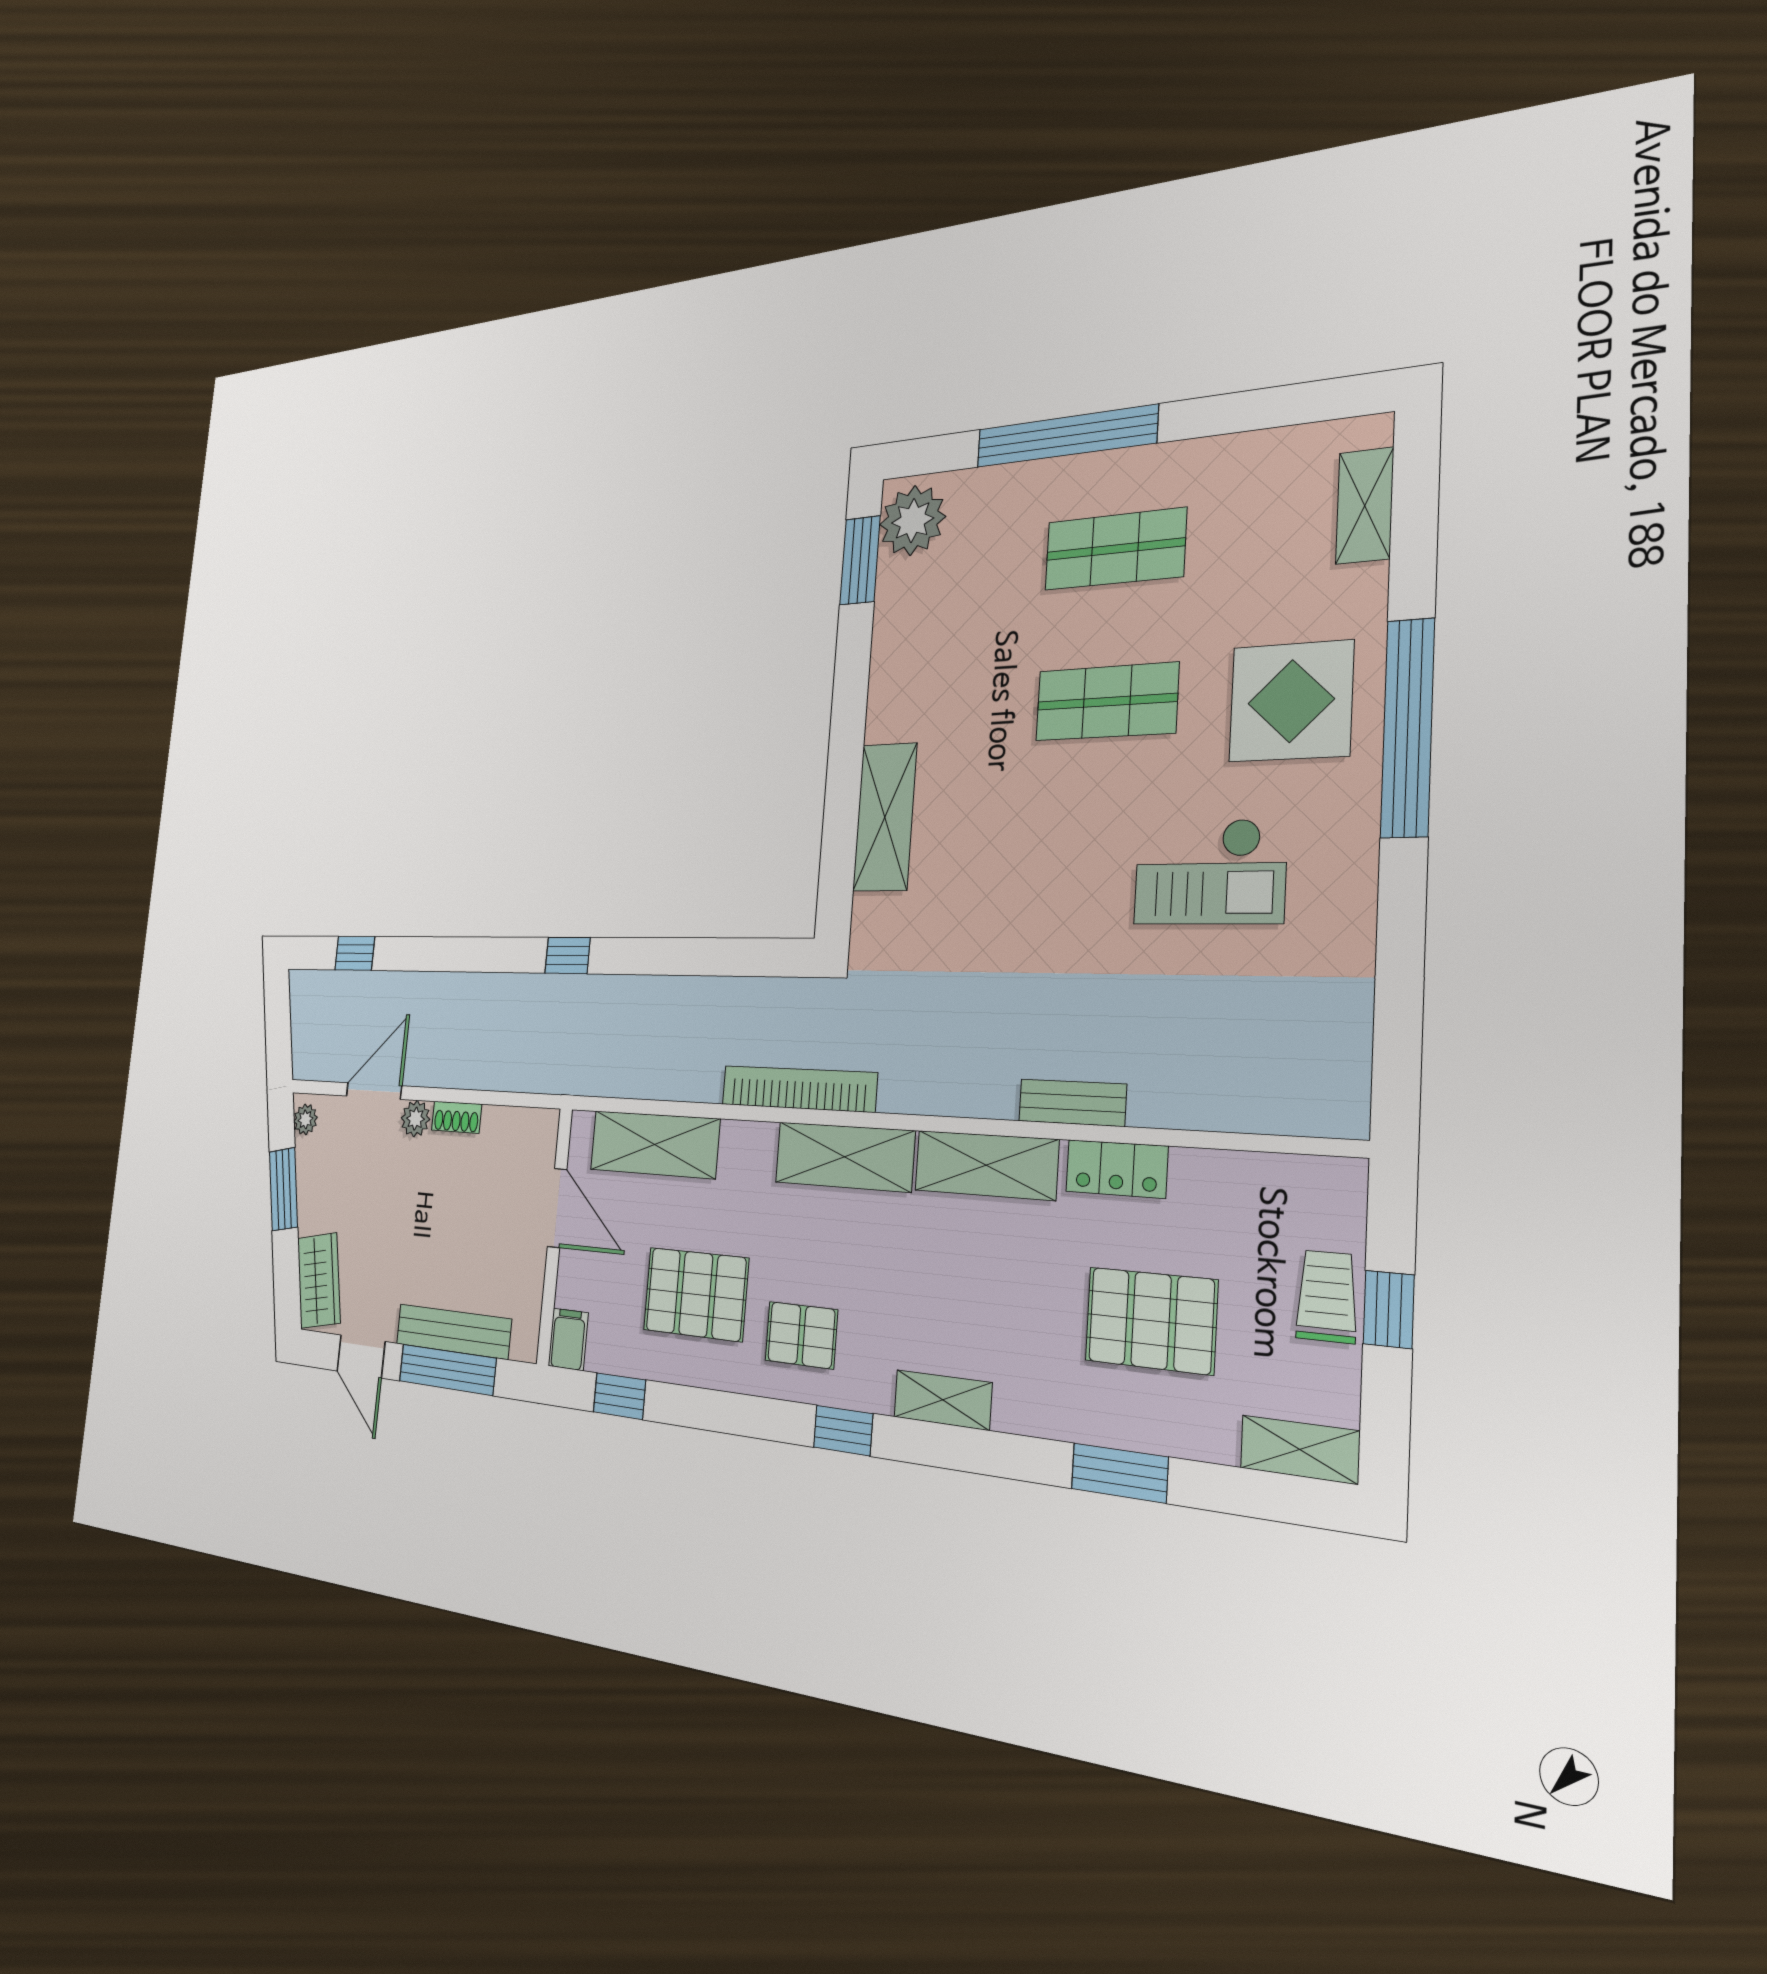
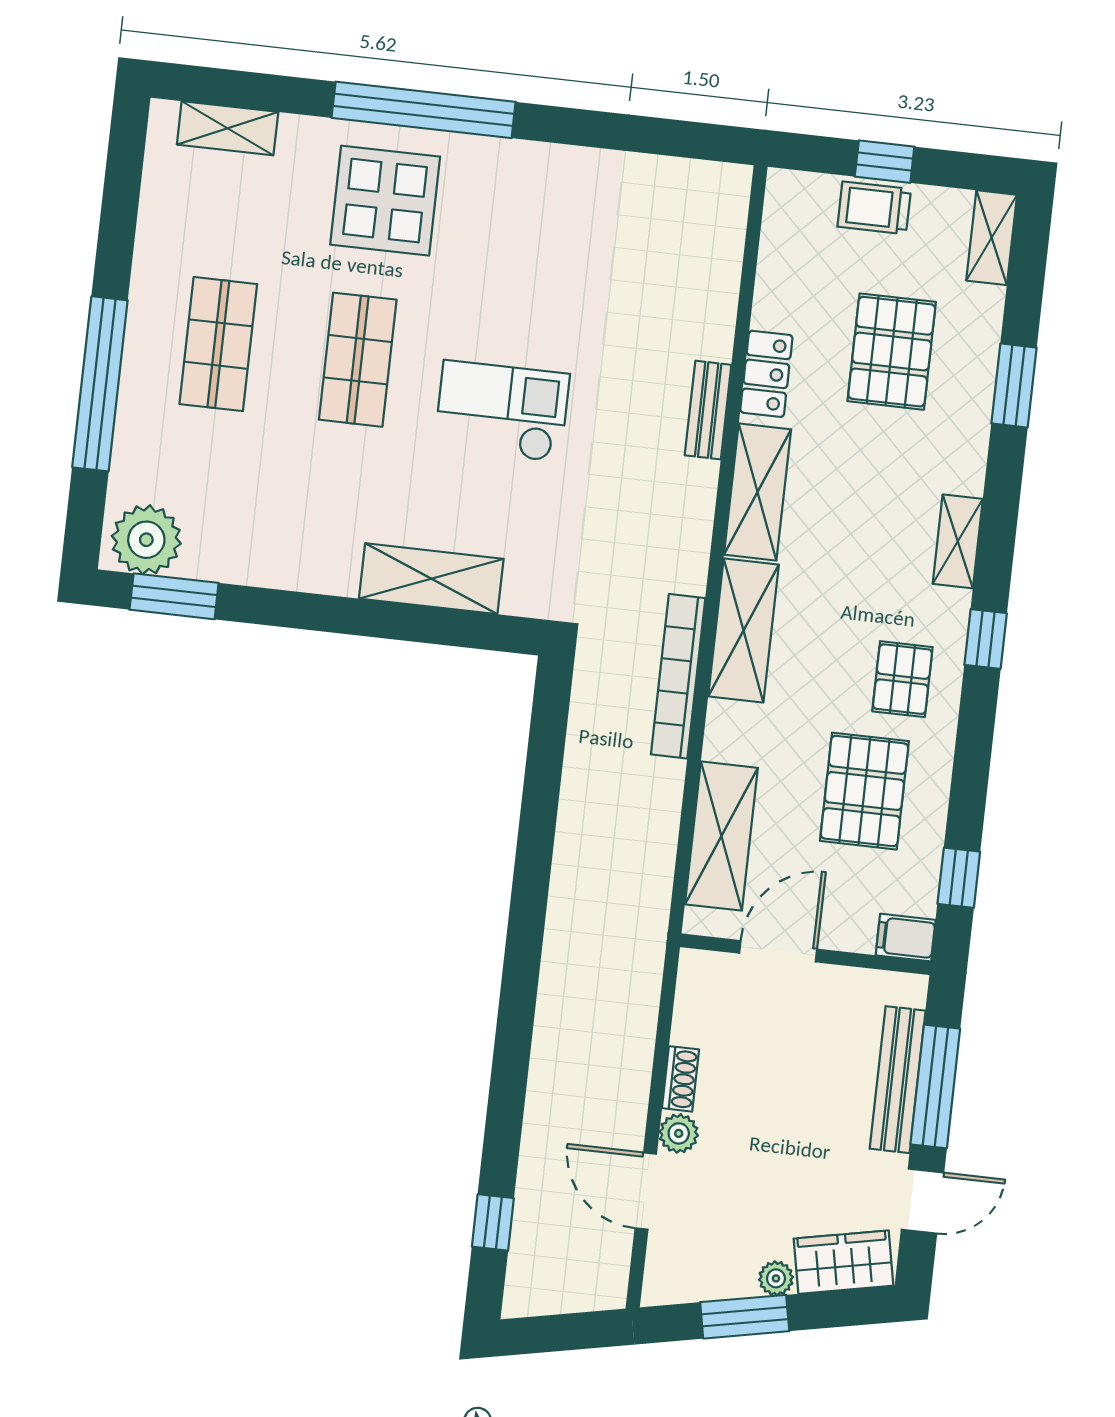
checkout: (1210, 872) -> (502, 411), moved, turned -90
window: (568, 955) -> (525, 939), removed
plant: (305, 1119) -> (776, 1278), moved

